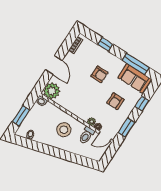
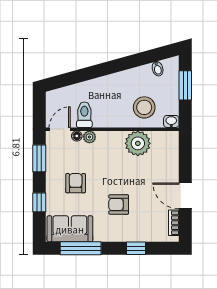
door: (54, 65) -> (185, 196), moved
plant: (52, 91) -> (138, 143), moved
stool: (64, 130) -> (144, 107), moved

